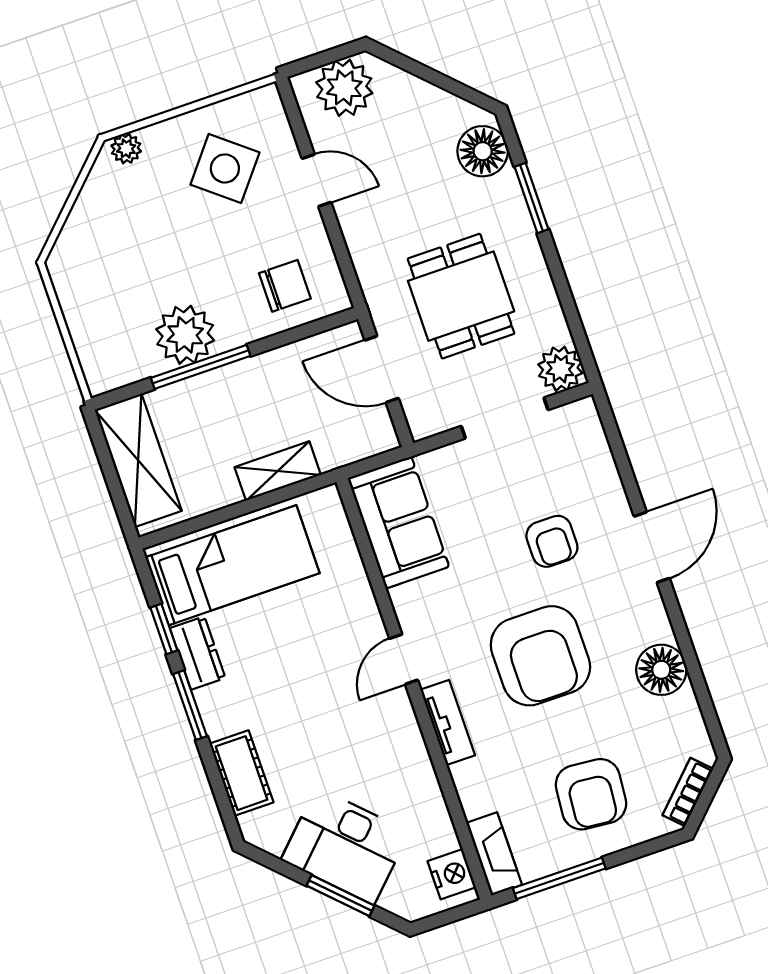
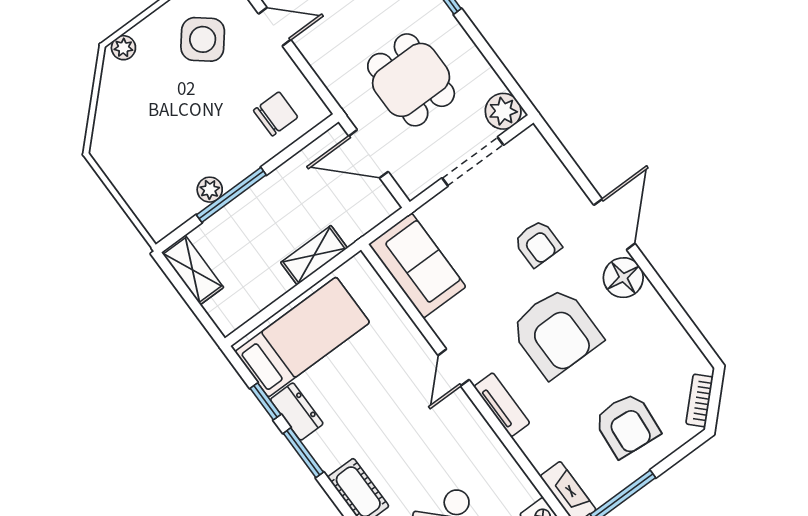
plant: (185, 335) -> (210, 190), width x0.53, depth x0.53
shelving: (138, 460) -> (193, 270), width x0.67, depth x0.75
floor lamp: (661, 670) -> (623, 278), moved

